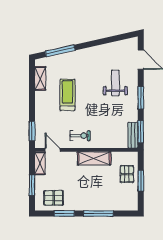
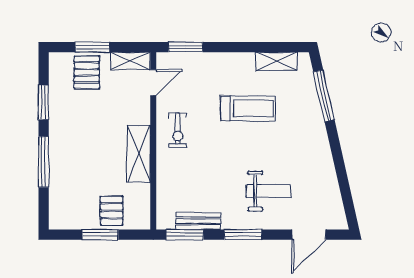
bench: (133, 135) -> (198, 221), moved
pallet: (127, 174) -> (112, 211), turned 90
pallet: (54, 198) -> (87, 72), moved

